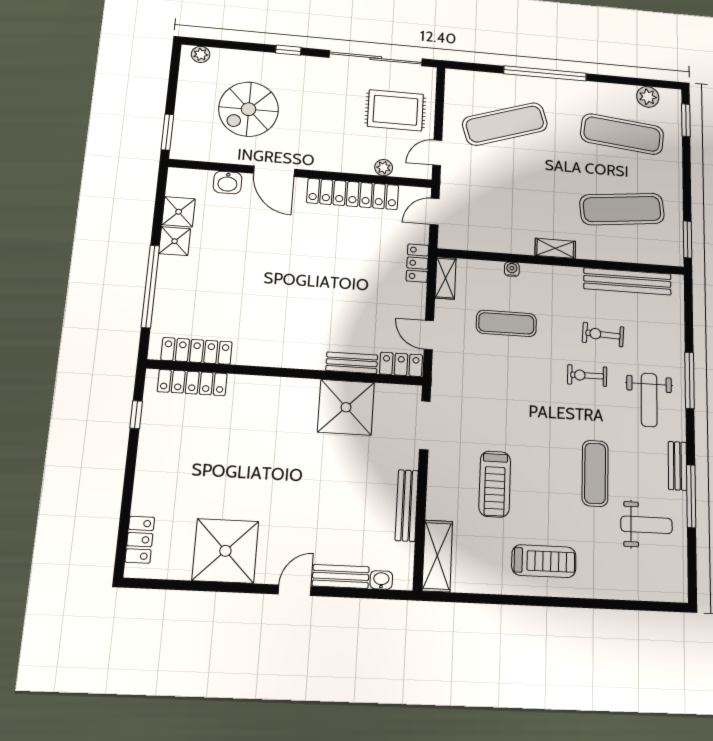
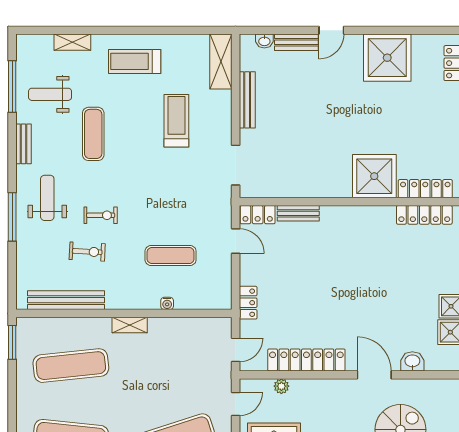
shelving: (446, 278) -> (72, 42), moved, turned 90
shower: (346, 407) -> (374, 176), moved
window: (691, 496) -> (12, 86), moved

